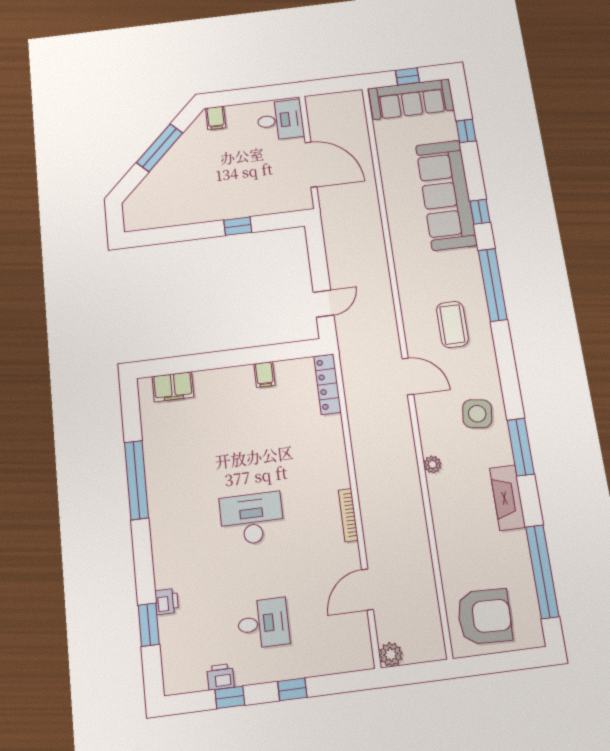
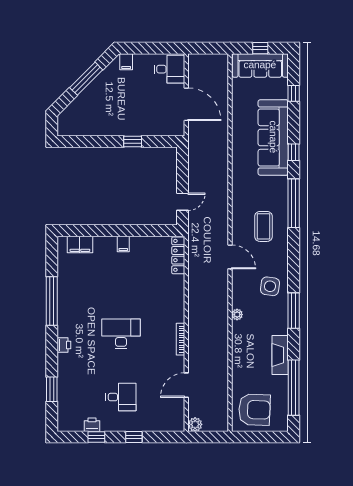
filing cabinet: (265, 375) -> (123, 244), moved
fireplace: (508, 498) -> (280, 355), moved
printer: (167, 602) -> (64, 345), moved

